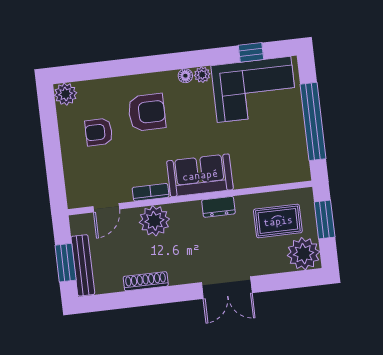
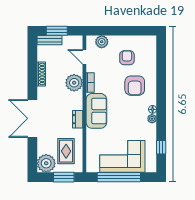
corner sofa: (254, 89) -> (122, 156), moved, turned 90
plant: (66, 94) -> (102, 42), moved
bench: (83, 265) -> (50, 40), width x0.73
double door: (227, 288) -> (32, 118), width x1.37

